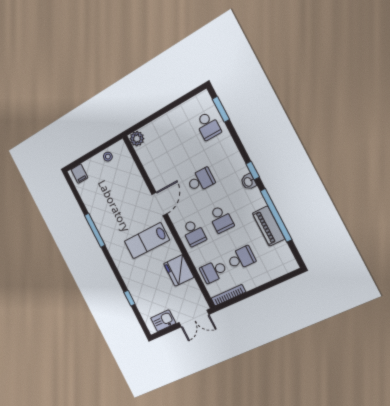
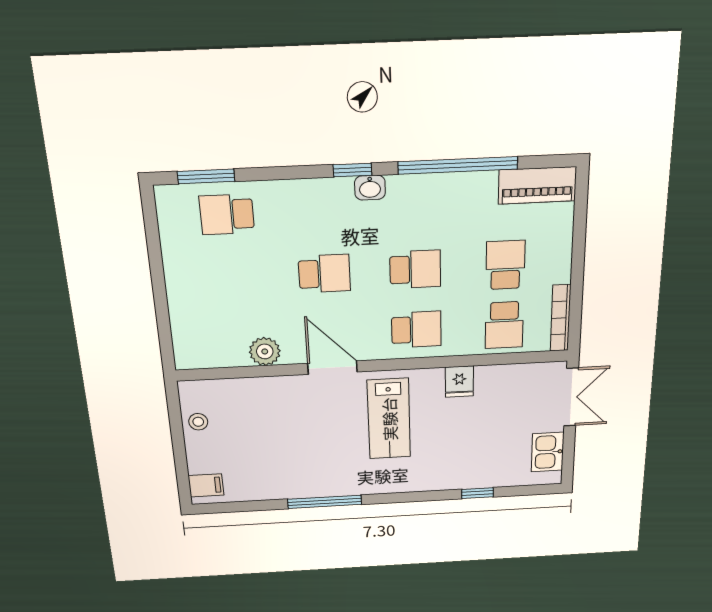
school desk: (208, 126) -> (227, 214), turned 180
plant: (137, 139) -> (265, 351), moved
school desk: (201, 180) -> (324, 274), turned 90
piano: (269, 226) -> (537, 185), moved
fridge: (179, 270) -> (459, 382), width x0.53, depth x0.75

